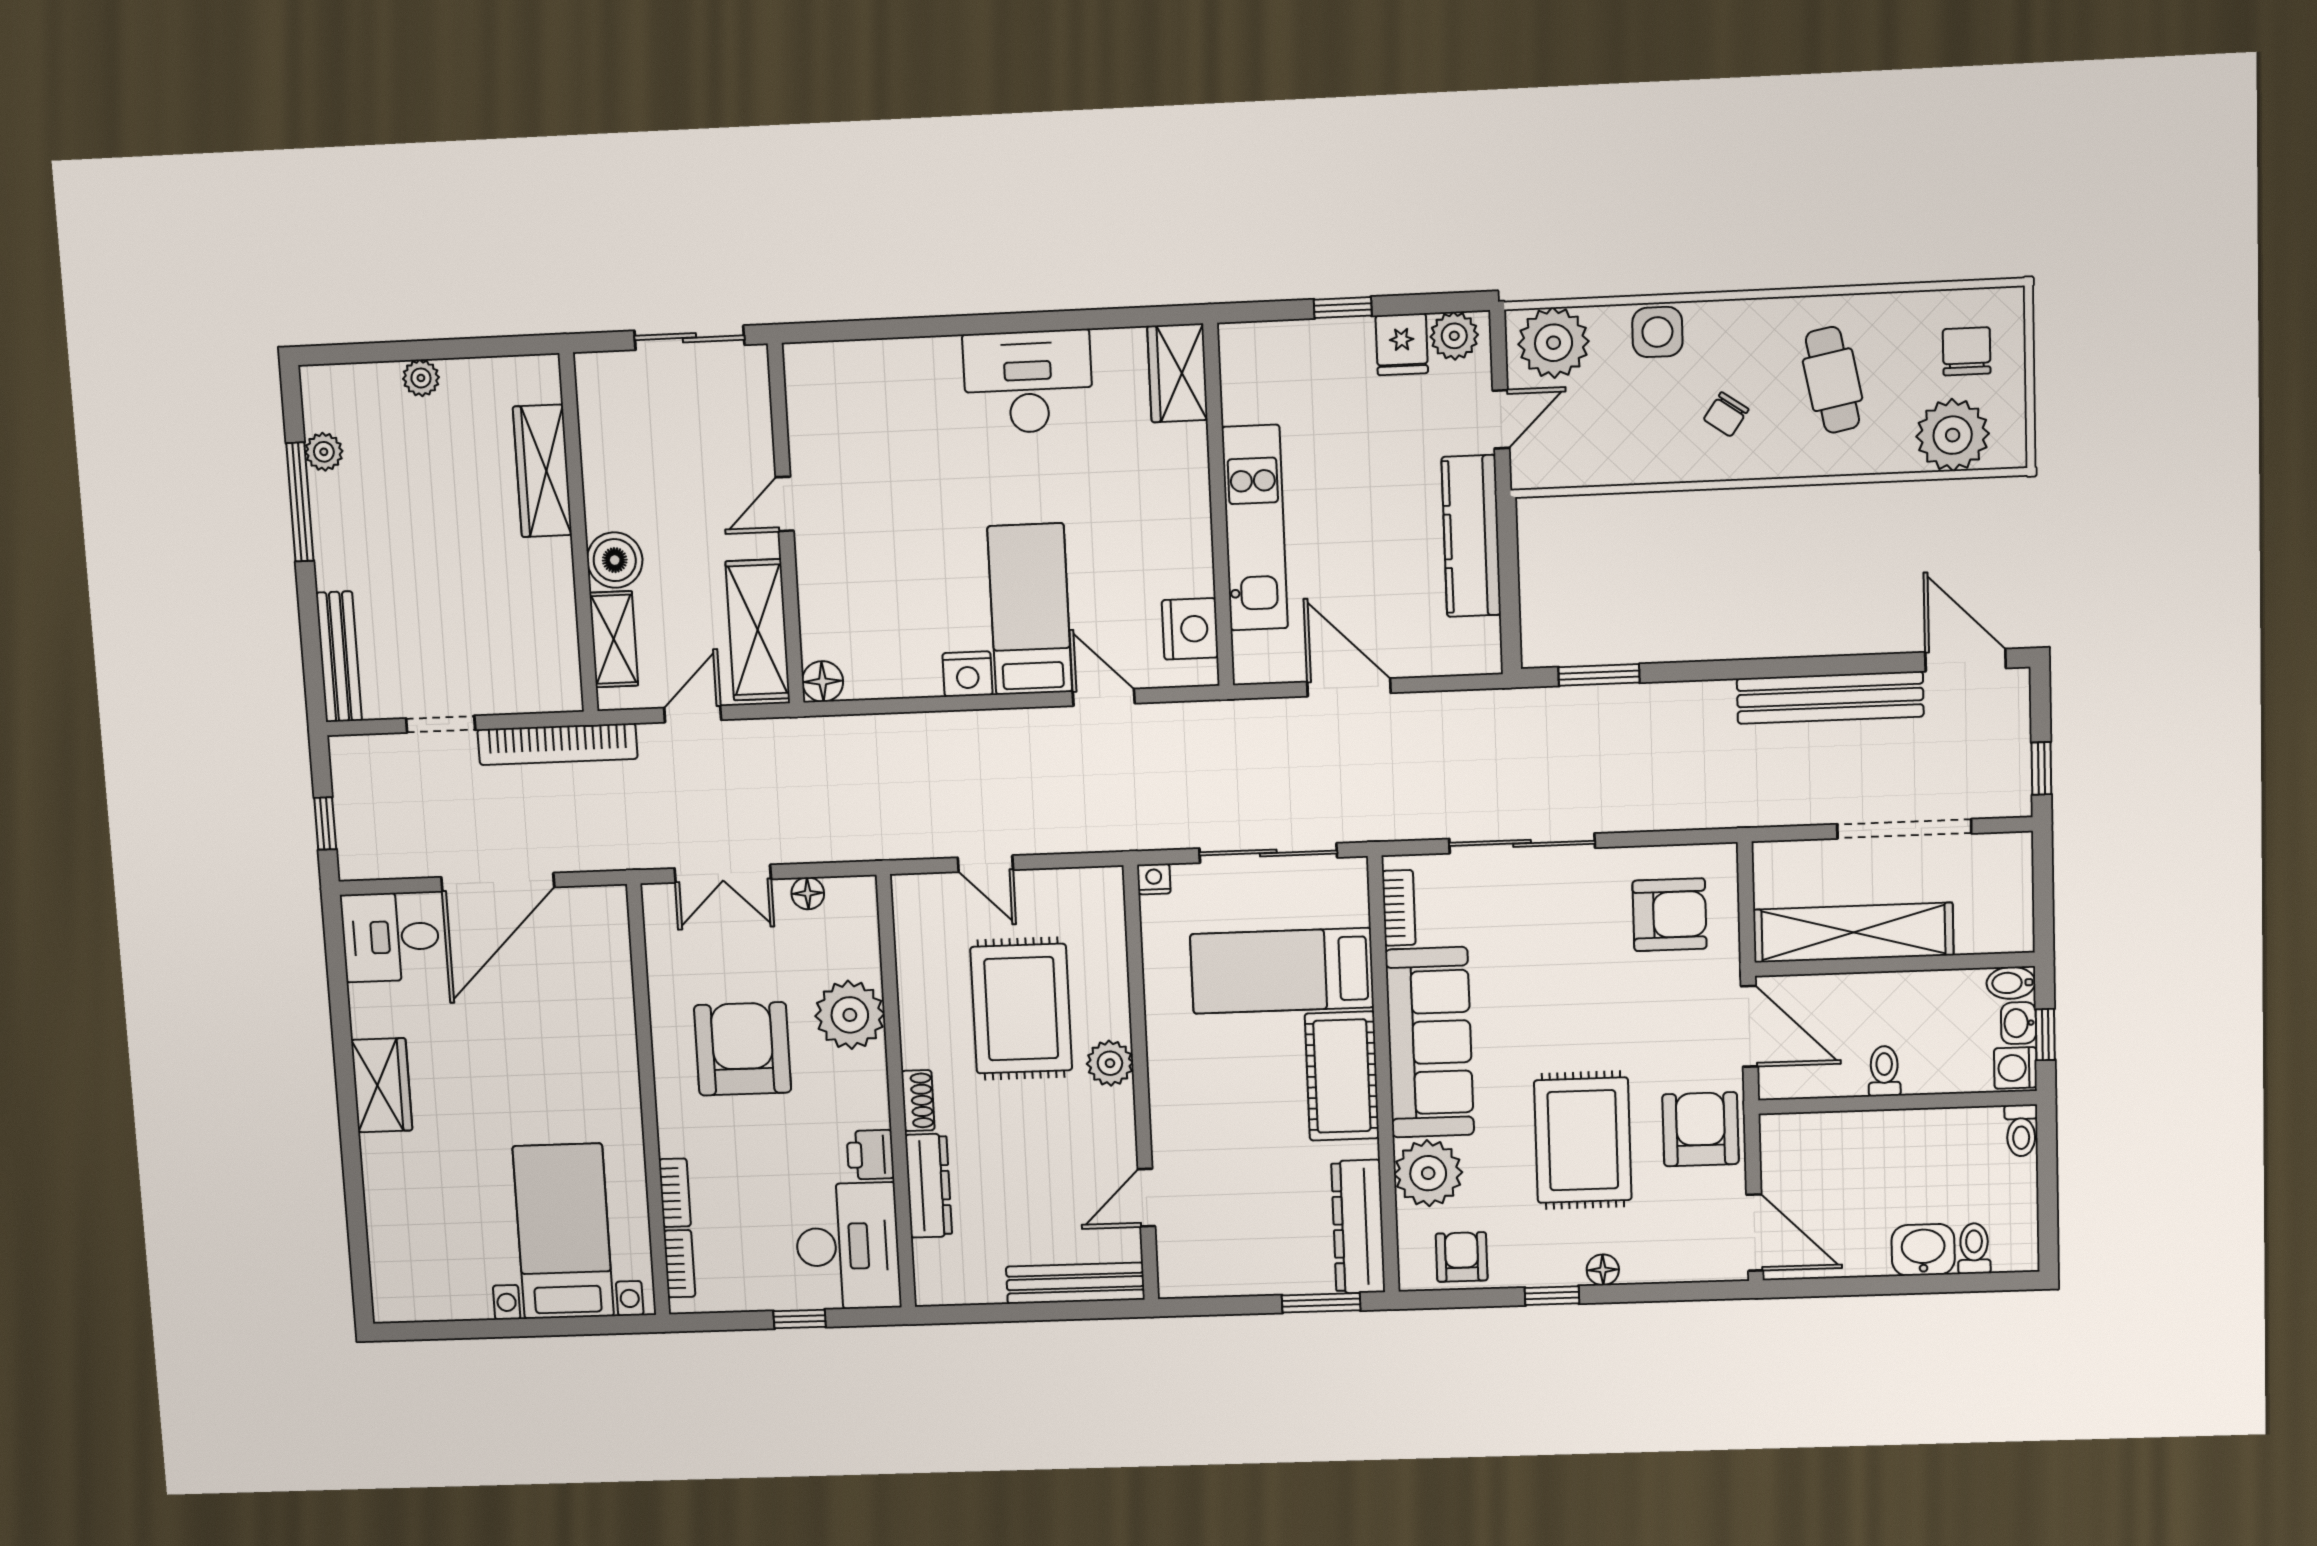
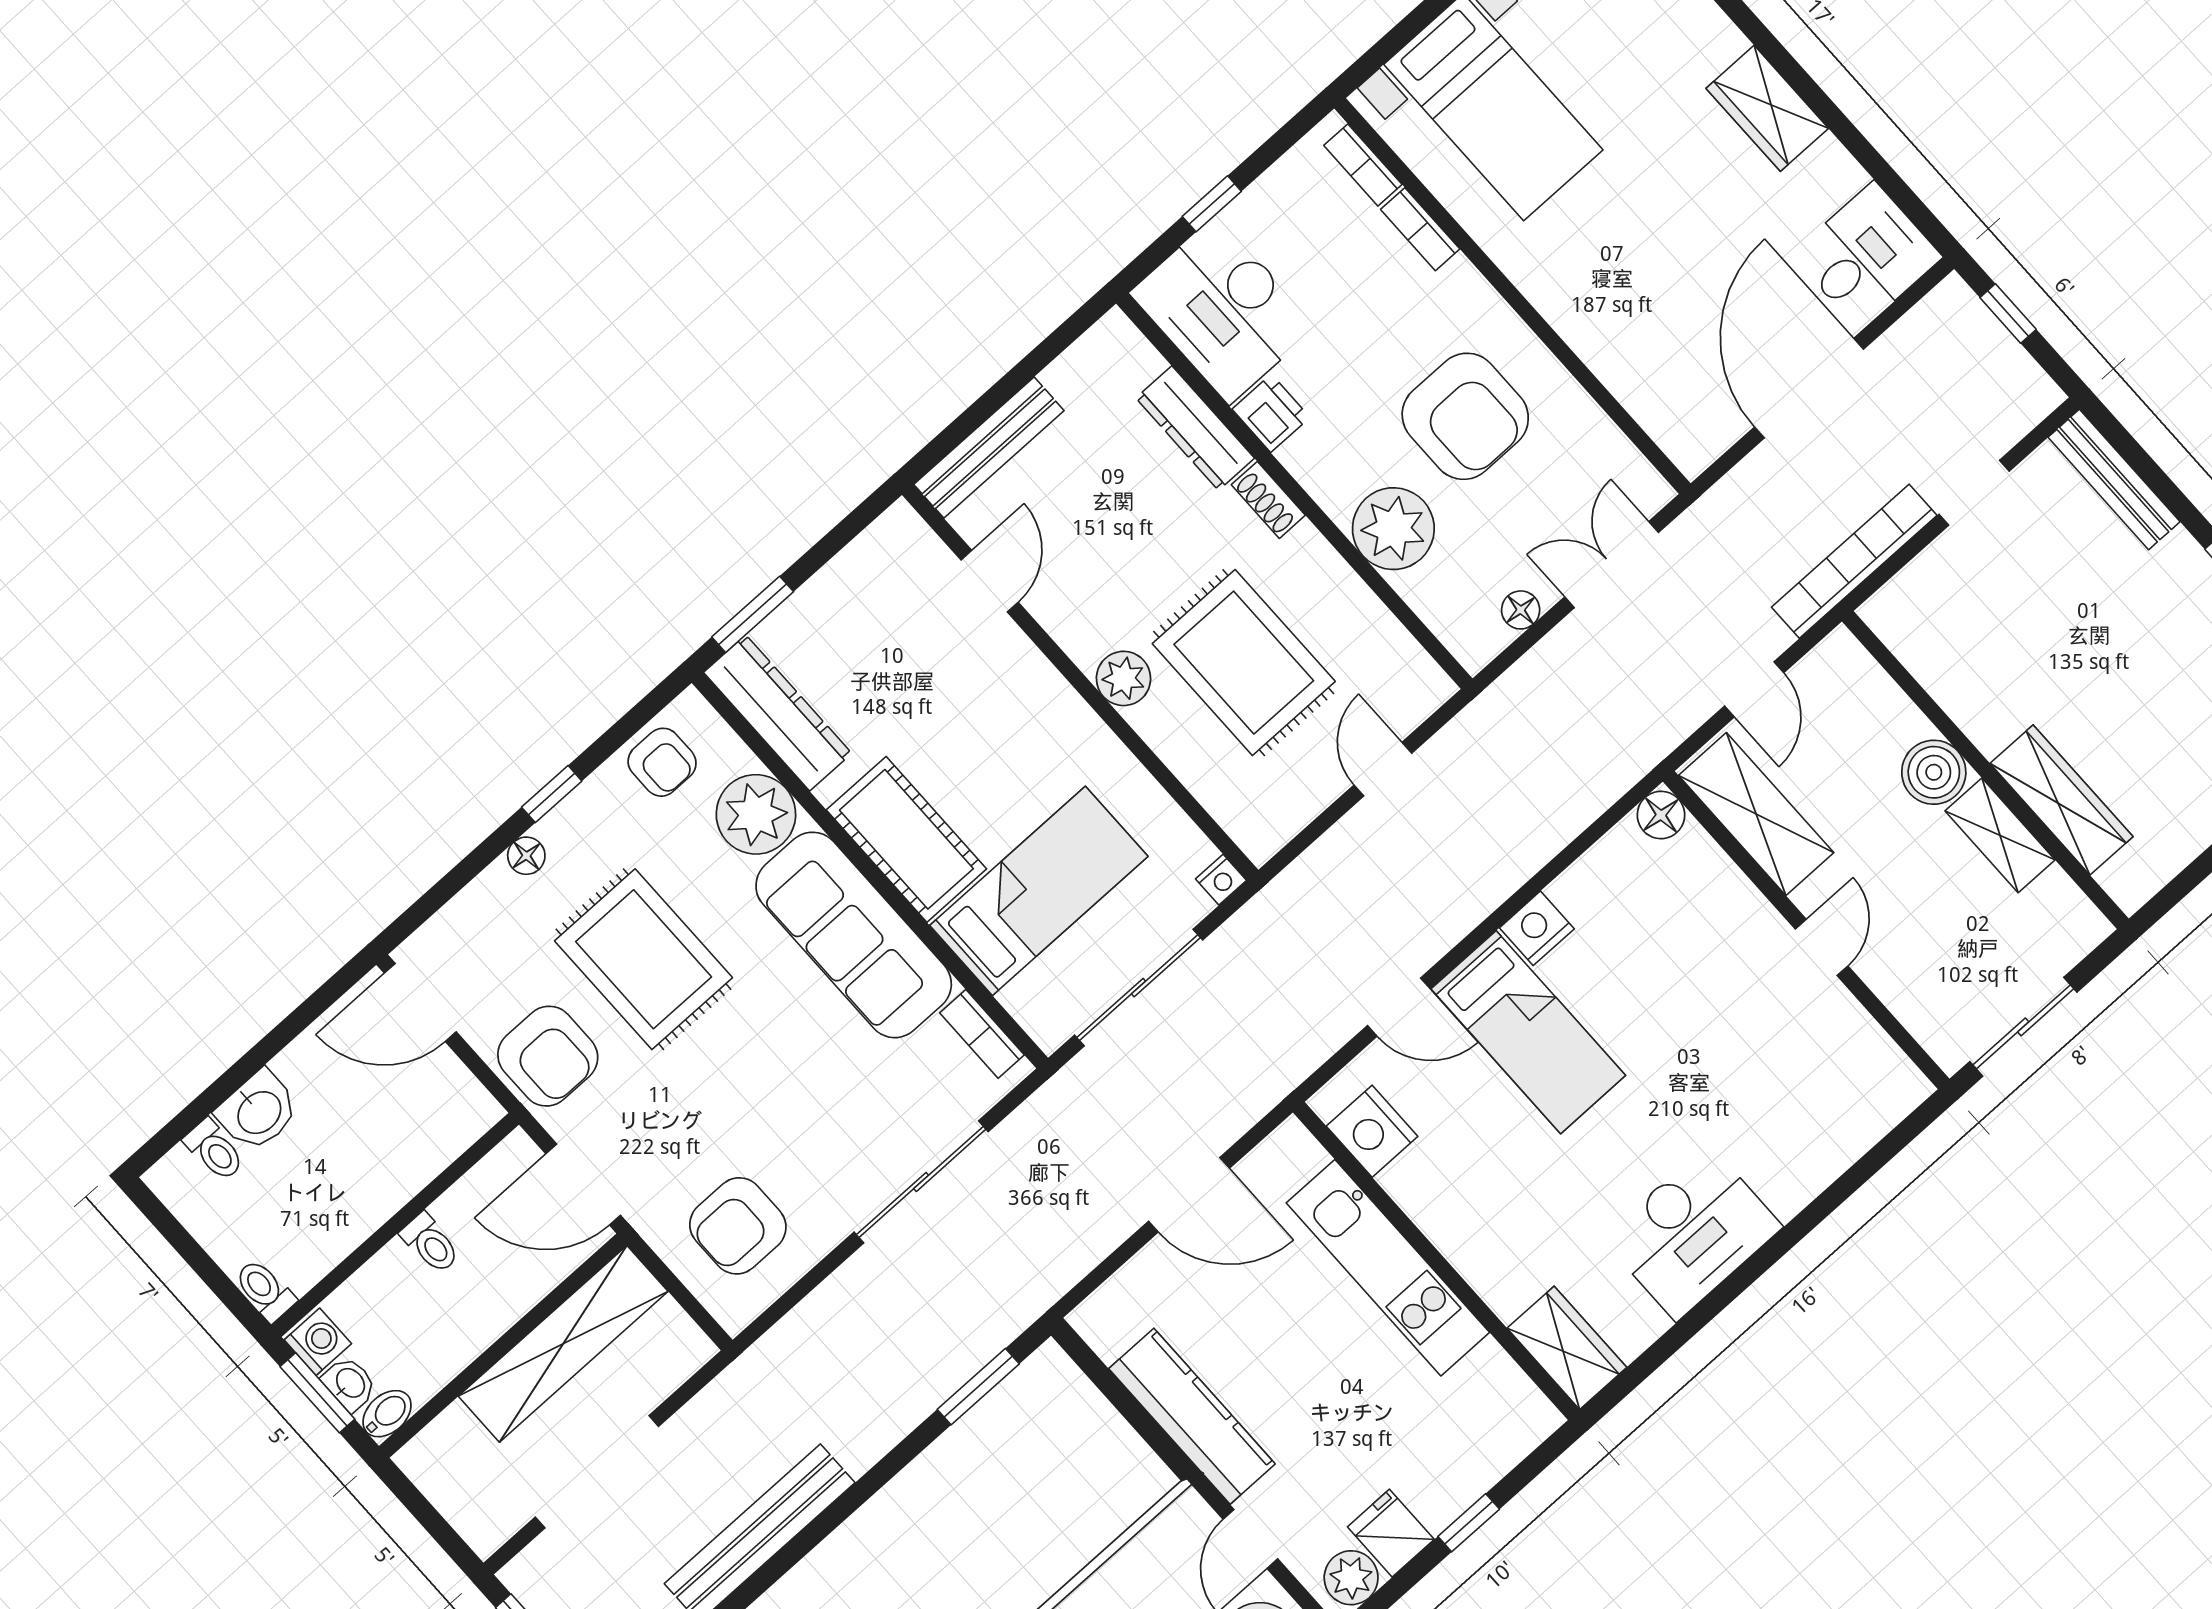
shelving: (614, 639) -> (2000, 835), moved
door: (985, 864) -> (1383, 769), hinge flipped
window: (2045, 1035) -> (317, 1393), width x1.50

